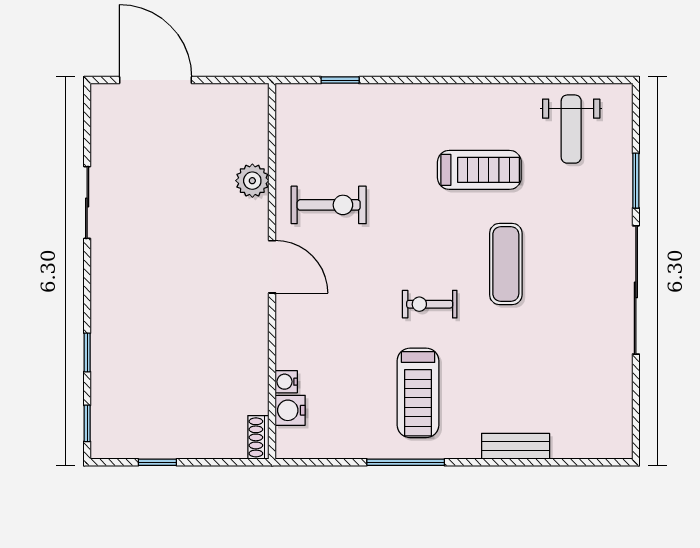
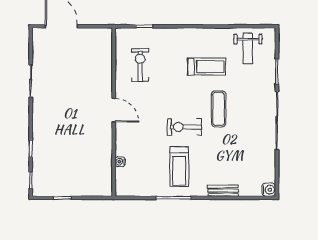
plant: (252, 181) -> (105, 71), removed
exercise bike: (329, 205) -> (140, 65), moved, turned -90
exercise bike: (430, 304) -> (184, 127), width x1.38, depth x1.39
water cooler: (290, 410) -> (269, 190), moved, turned 180
shoe rack: (258, 437) -> (108, 187), removed

